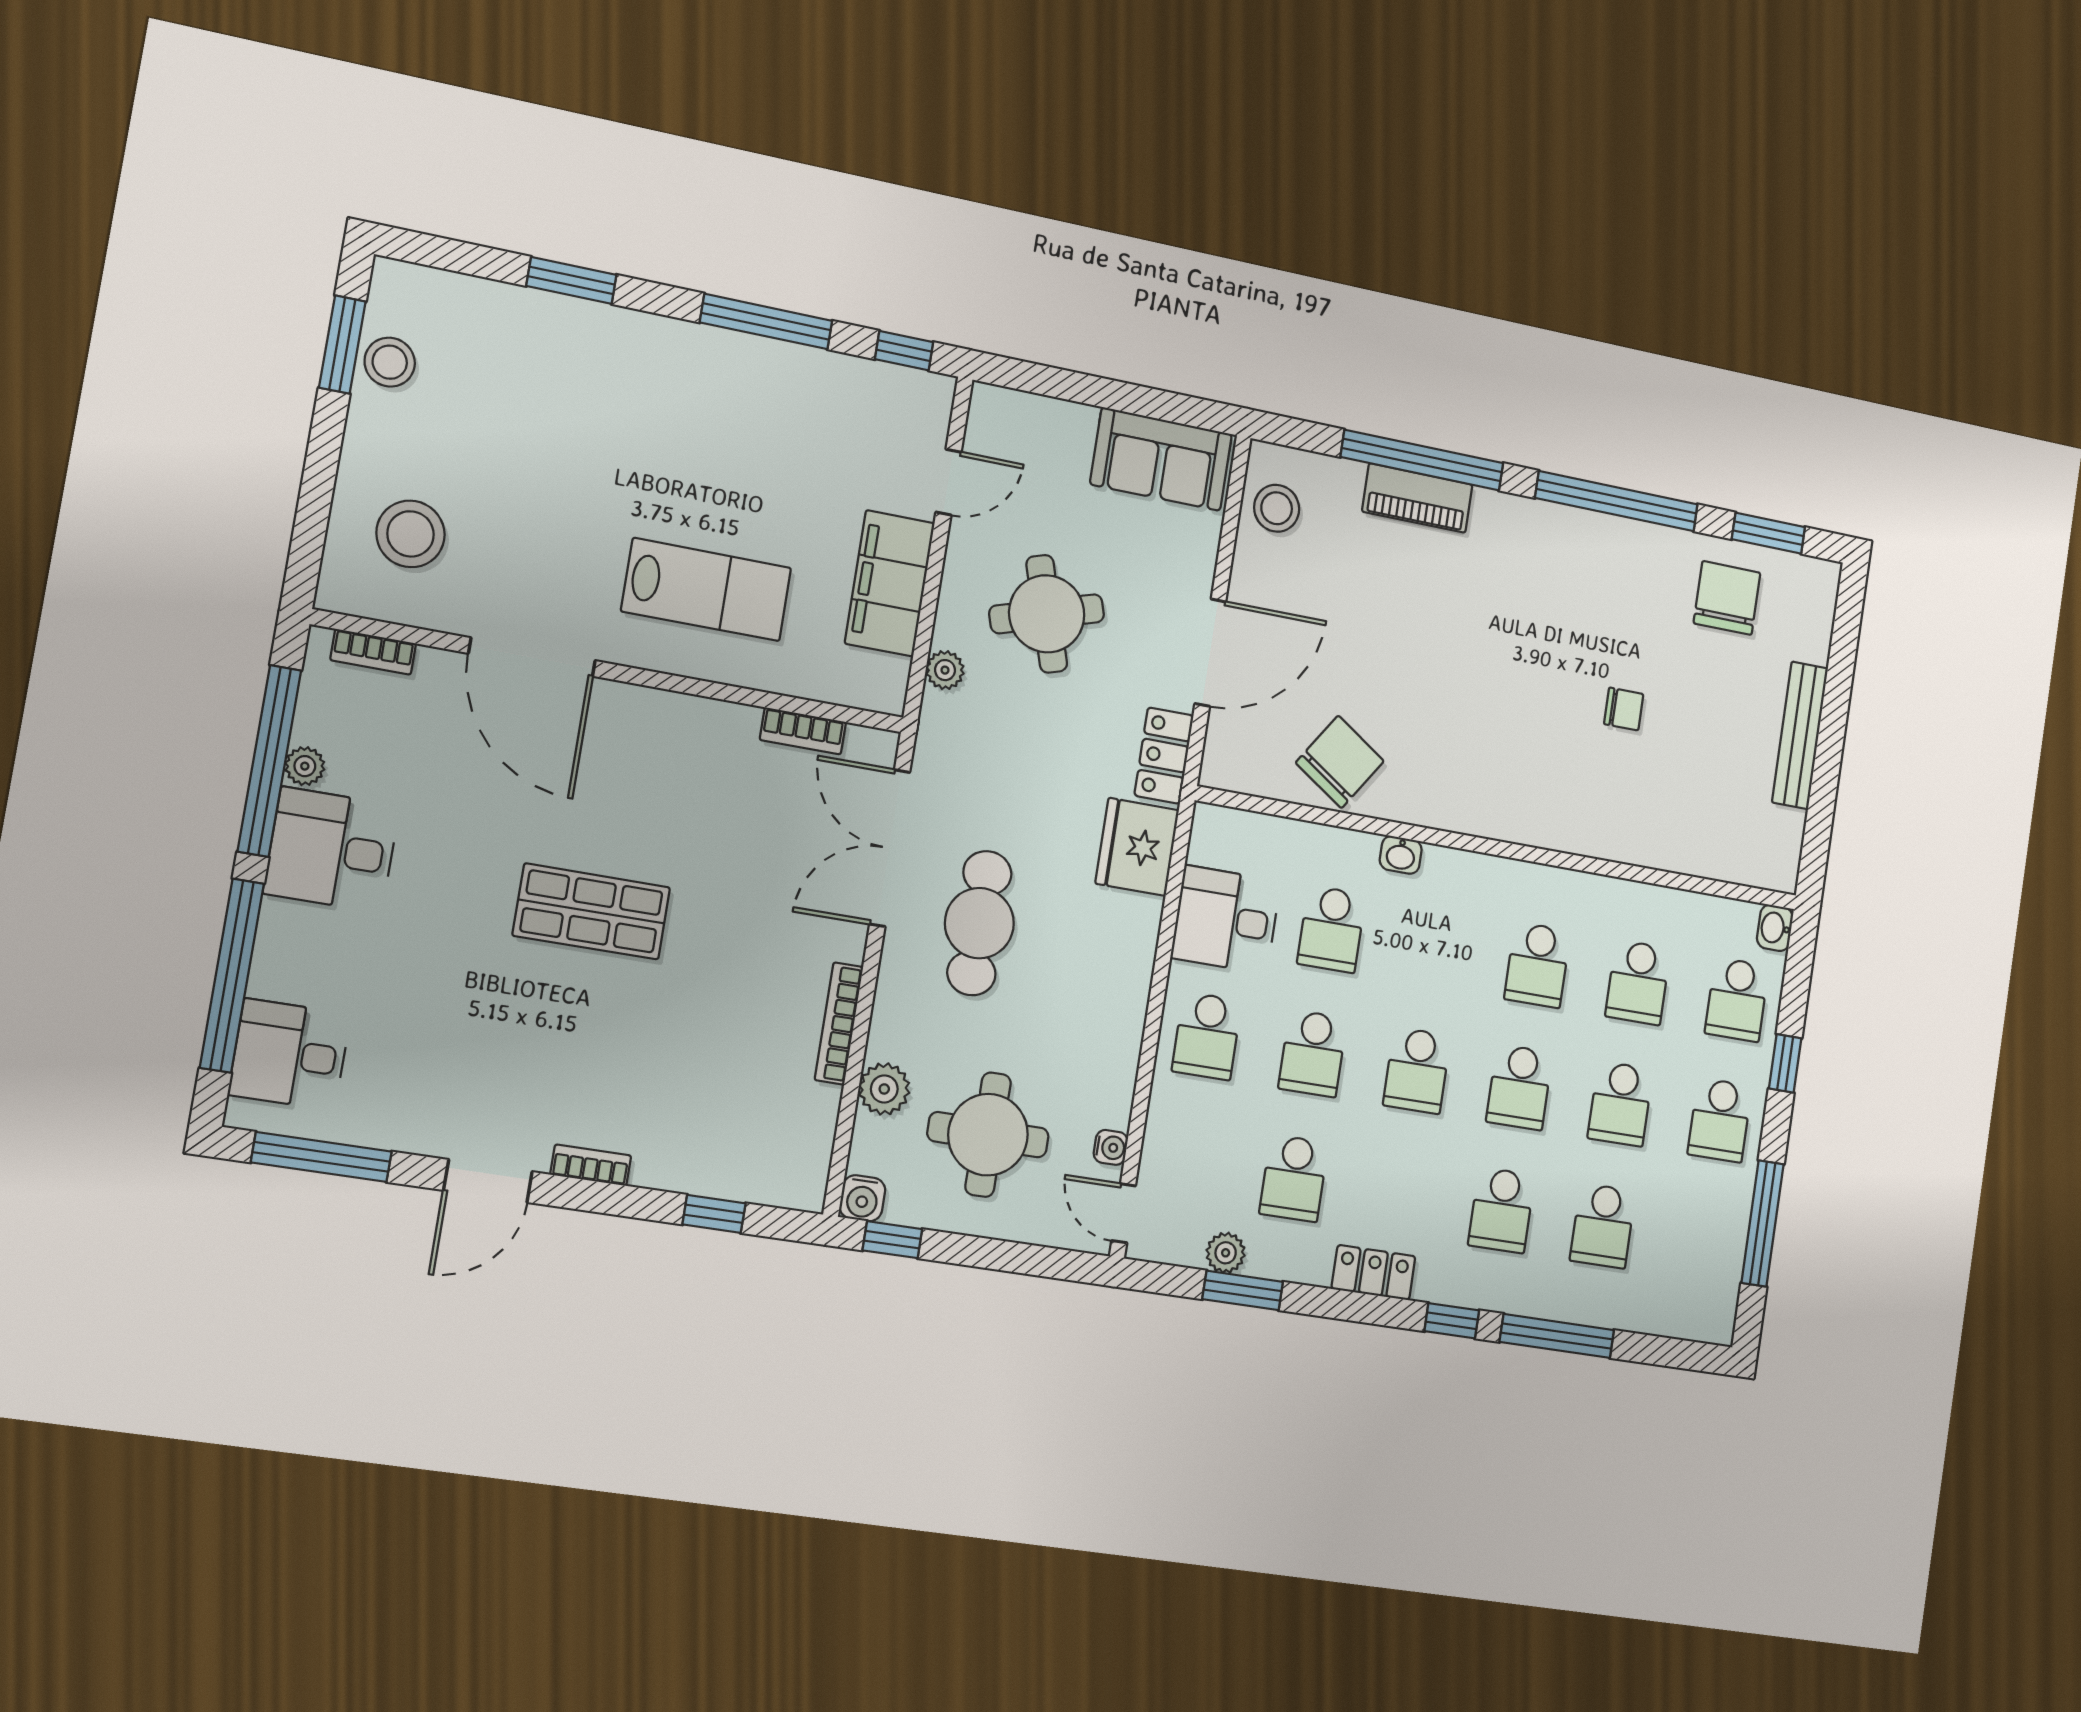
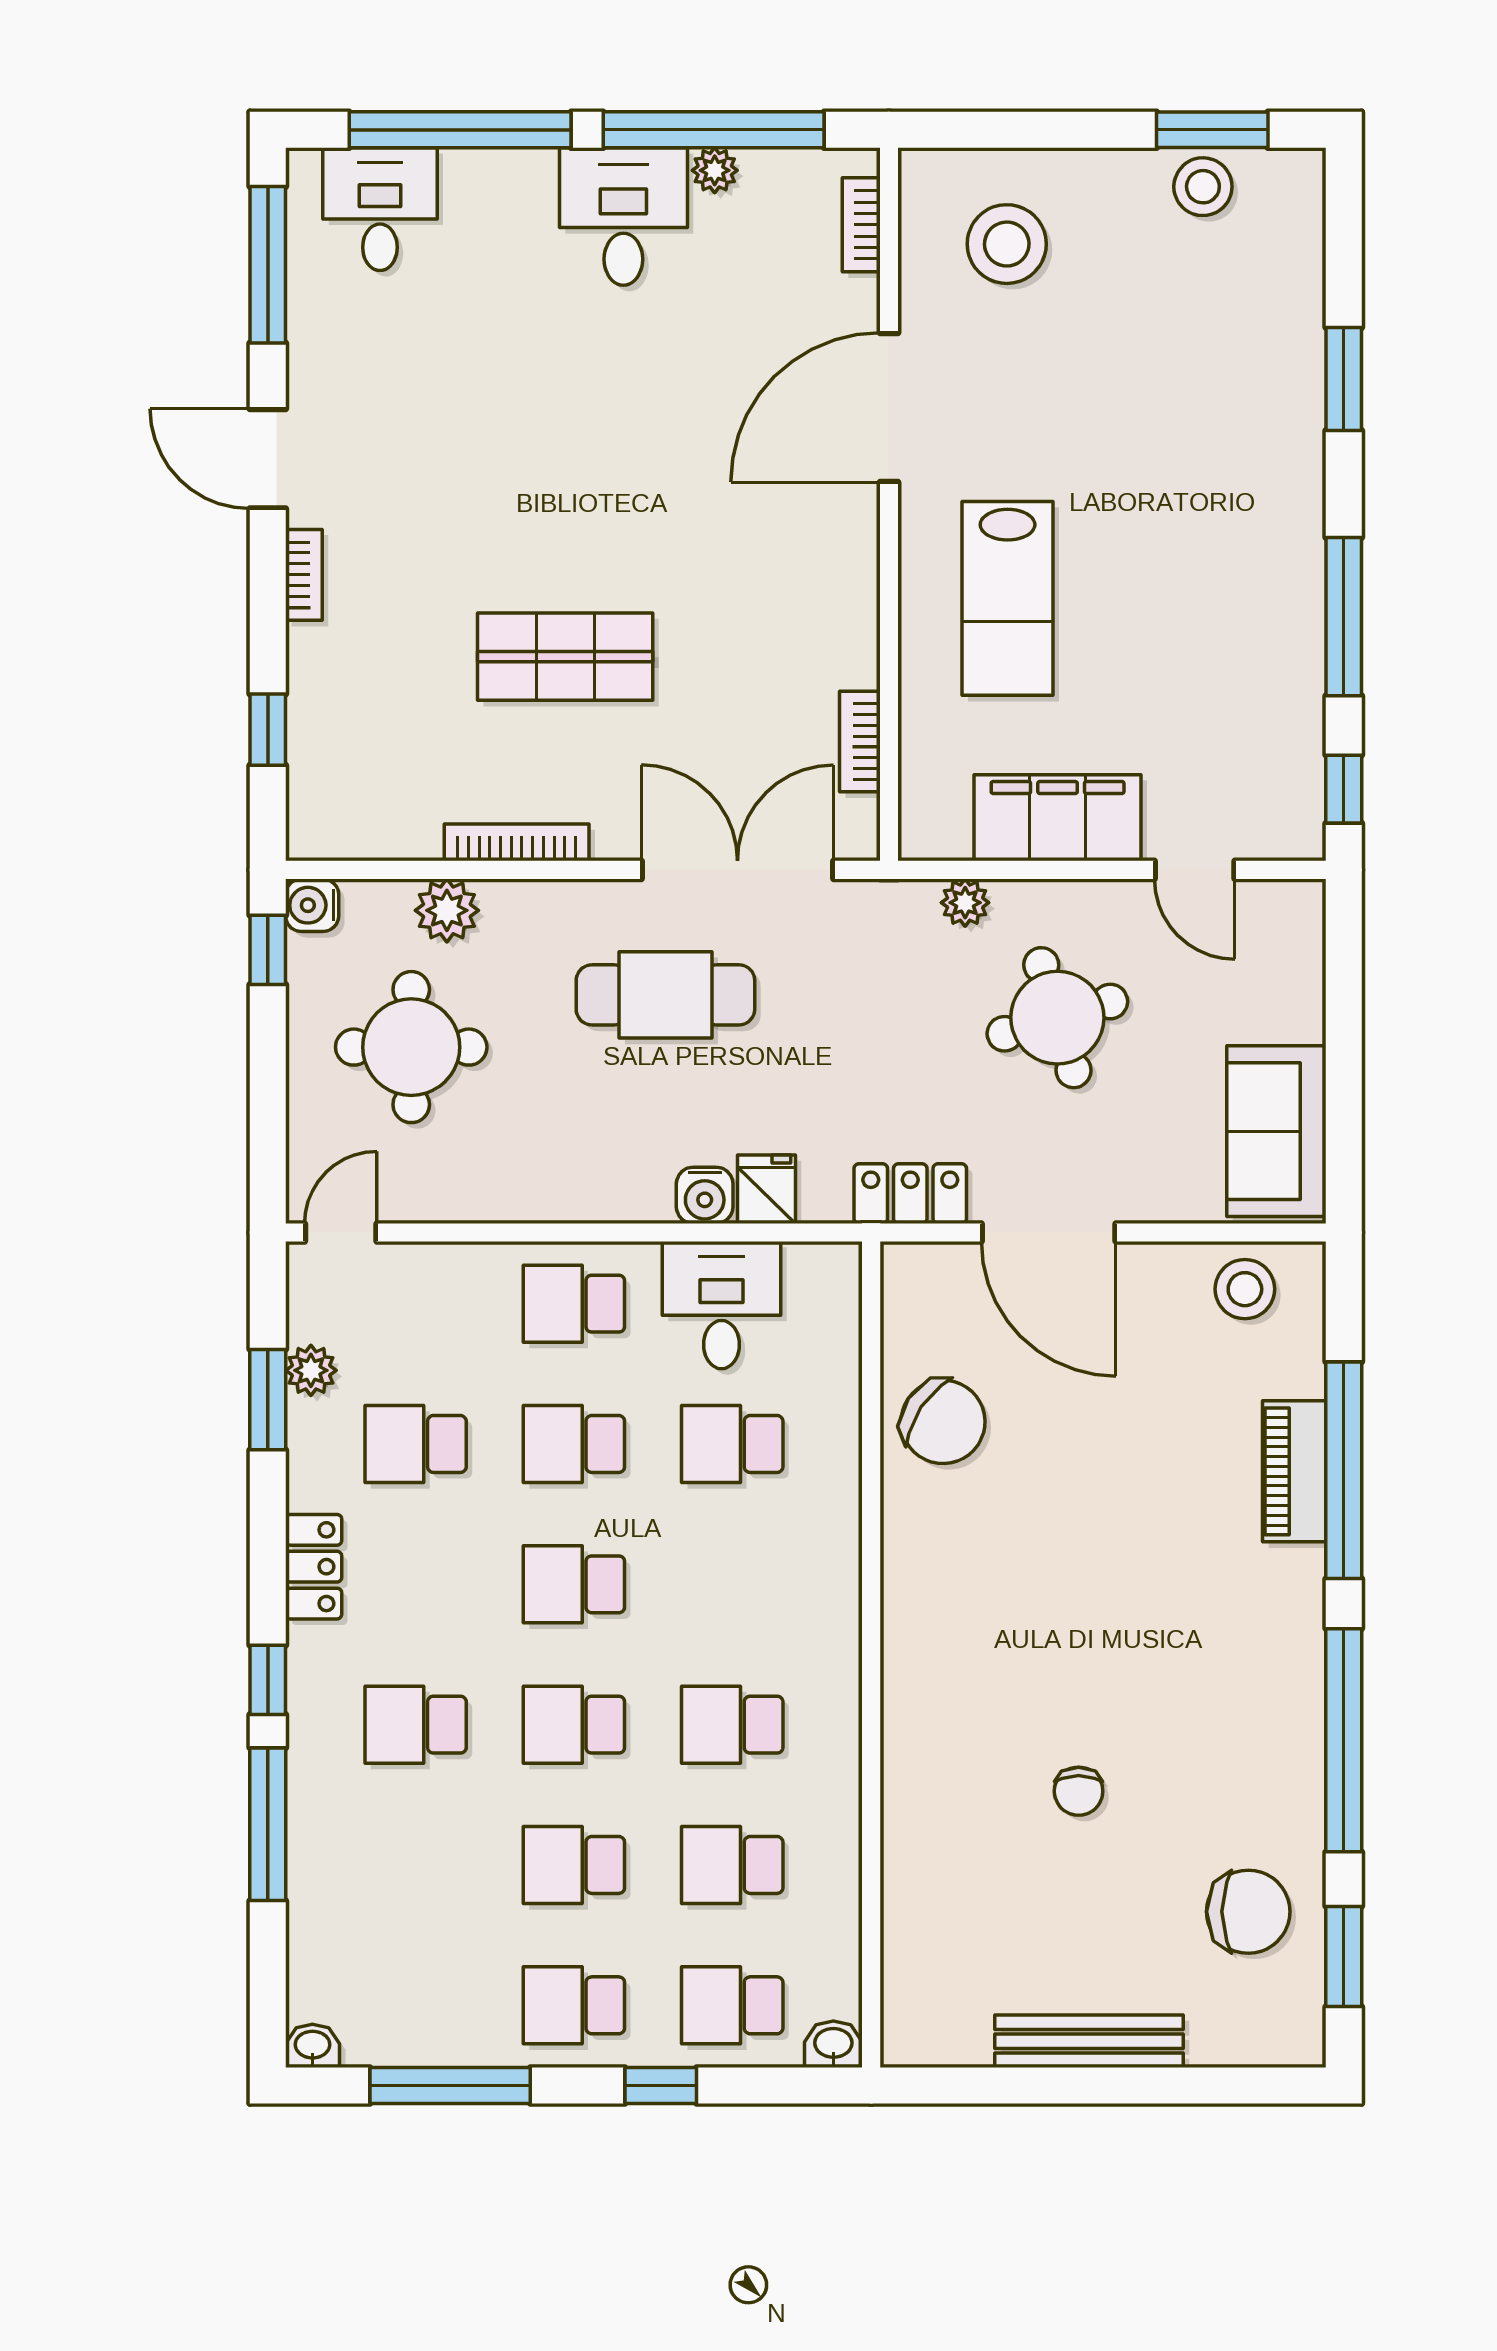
fridge: (1137, 847) -> (766, 1189), width x0.53, depth x0.75
washbasin: (1401, 855) -> (312, 2046), moved, turned 90
shop shelf: (592, 911) -> (565, 657), moved, turned 90
water cooler: (1111, 1147) -> (705, 1195), moved, width x1.38, depth x1.38
school desk: (1603, 1226) -> (416, 1865), removed

